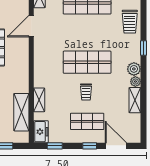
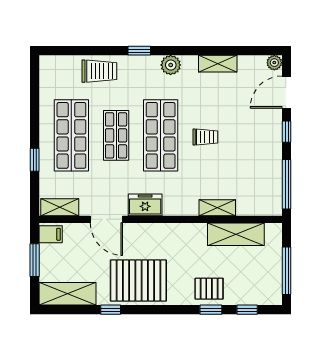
plant: (135, 82) -> (274, 63), moved
shop shelf: (87, 121) -> (116, 135), moved
freezer: (41, 132) -> (145, 205), moved
window: (55, 146) -> (287, 184), width x2.17

